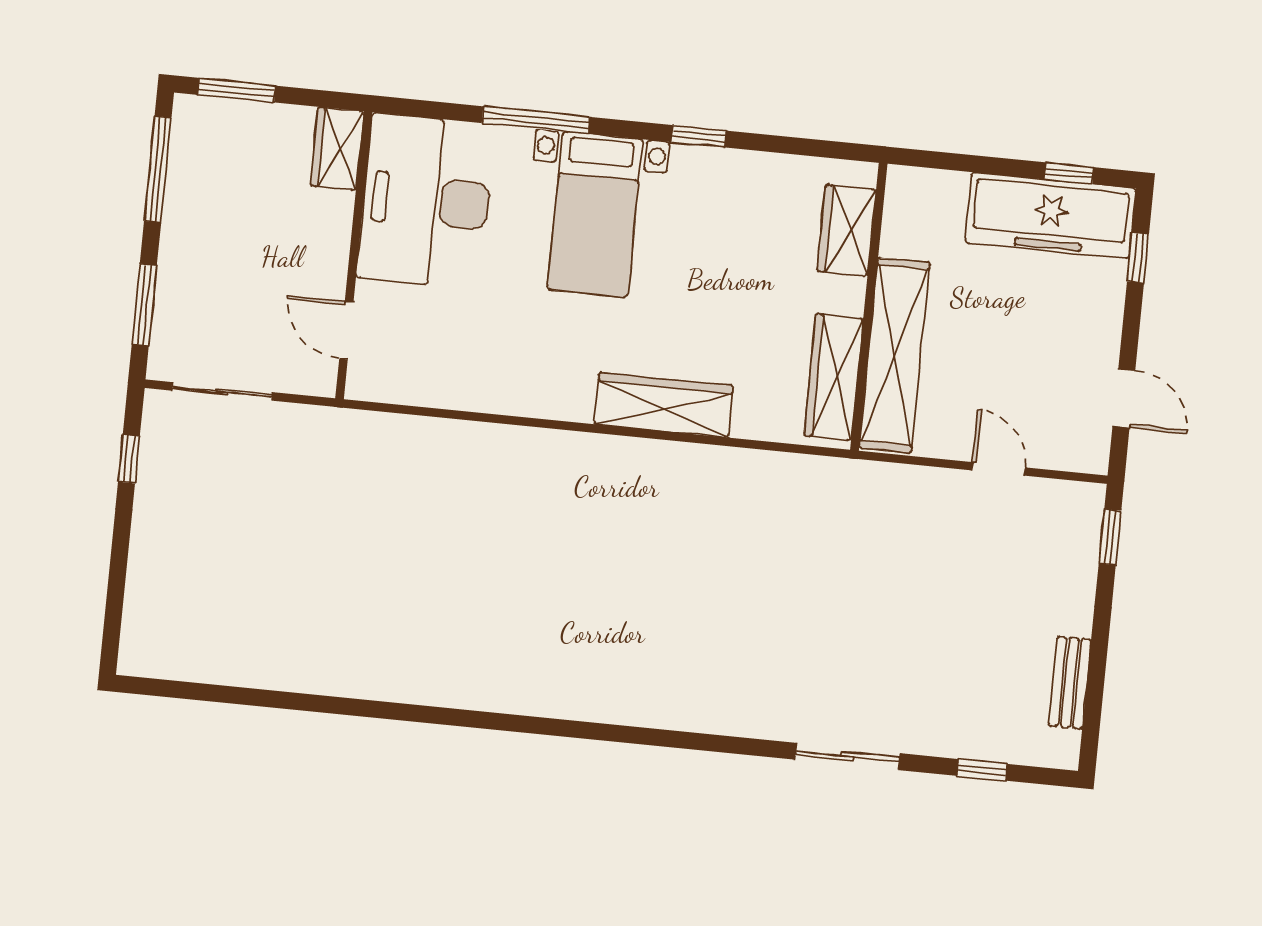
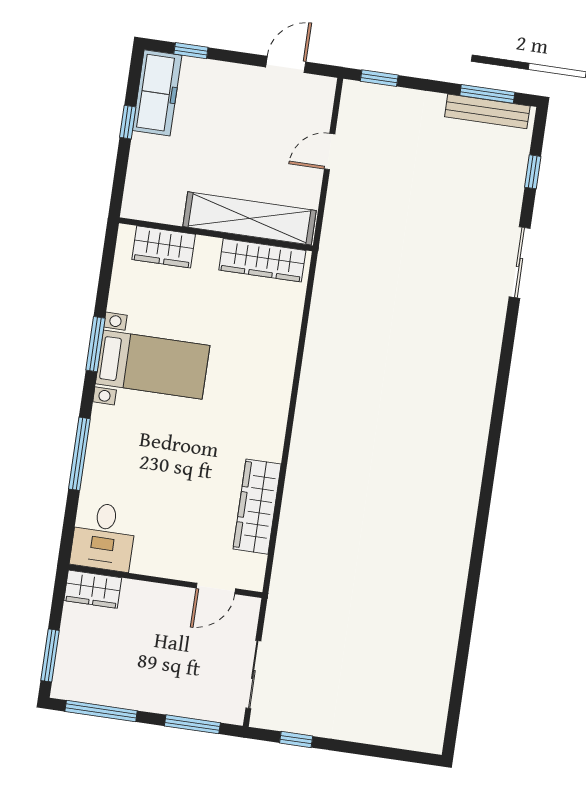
window: (699, 136) -> (95, 344), width x1.50
window: (1069, 173) -> (128, 122), moved
desk: (426, 201) -> (103, 536), width x0.53, depth x0.77
bed with nightstands: (595, 214) -> (153, 365), moved
freezer: (1051, 216) -> (157, 93), width x0.73, depth x0.79
wardrobe: (664, 405) -> (257, 507), moved
bench: (1070, 683) -> (487, 111), width x1.36
window: (1094, 698) -> (487, 94), added

